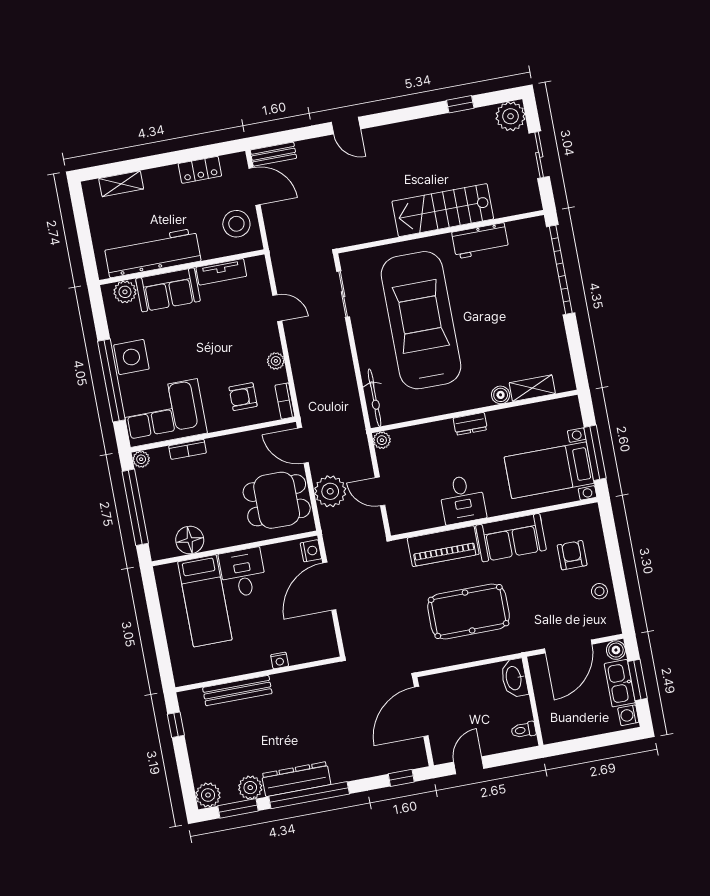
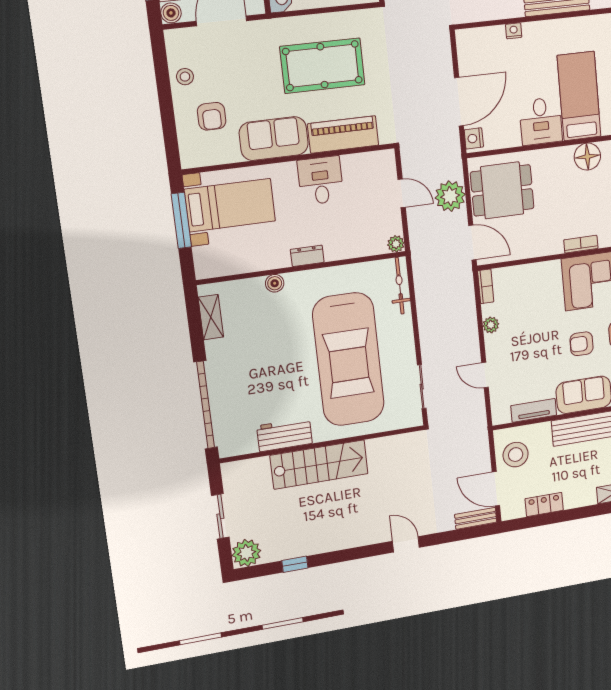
shelving: (532, 388) -> (211, 317), moved, turned 90
armchair: (243, 397) -> (582, 344), moved, turned 180

